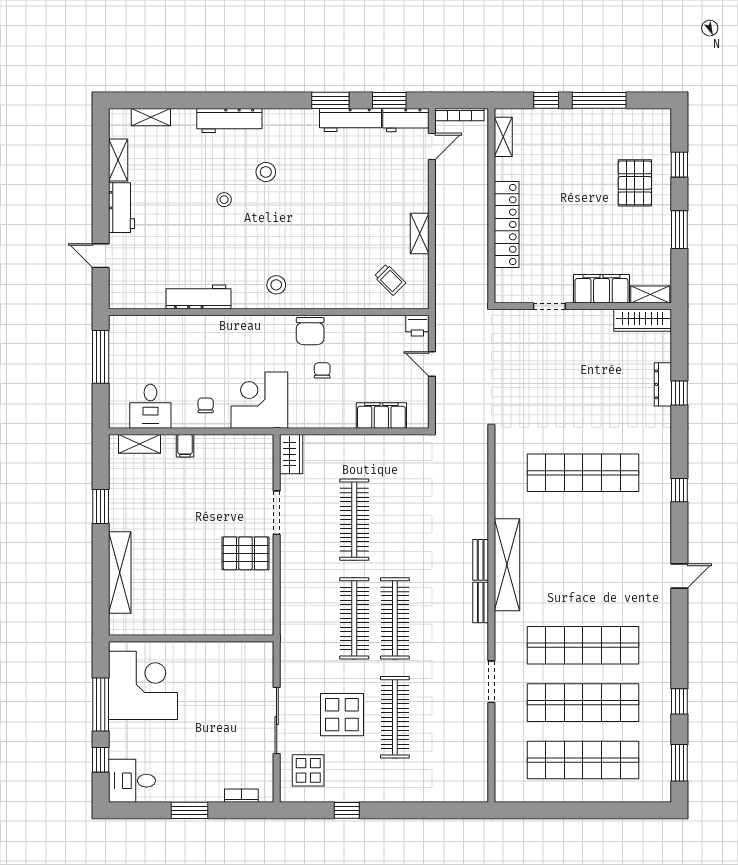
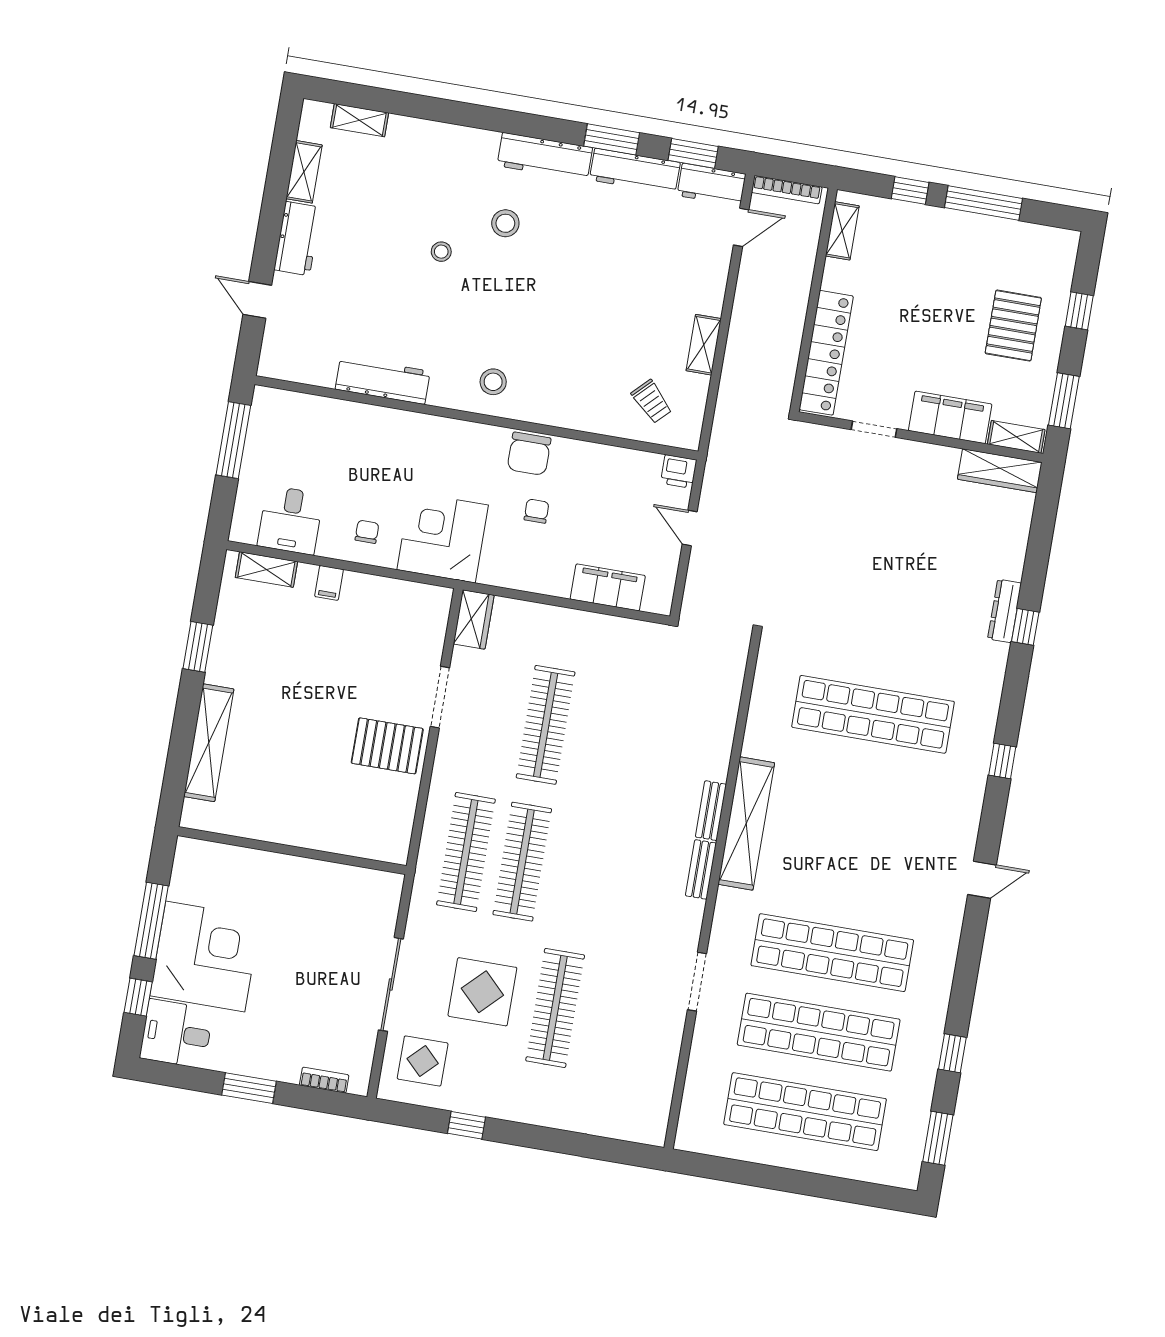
workbench: (229, 121) -> (545, 157), moved
filing cabinet: (602, 289) -> (950, 417), moved
shelving: (650, 295) -> (1016, 437), moved
doorway: (549, 306) -> (874, 429), moved
wall: (583, 306) -> (920, 437), moved
wardrobe: (643, 320) -> (1000, 471), moved
clothes rail: (395, 618) -> (466, 852), moved
corner desk: (143, 685) -> (205, 957), moved

